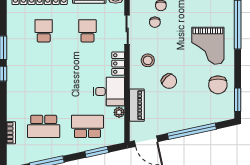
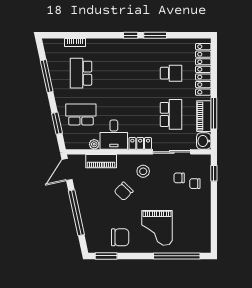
sliding door: (127, 30) -> (172, 152), width x1.37
school desk: (87, 31) -> (171, 114), width x1.85
grand piano: (208, 46) -> (157, 228), turned -90
chair: (218, 85) -> (120, 237), turned 180
school desk: (87, 126) -> (81, 114), turned -90

